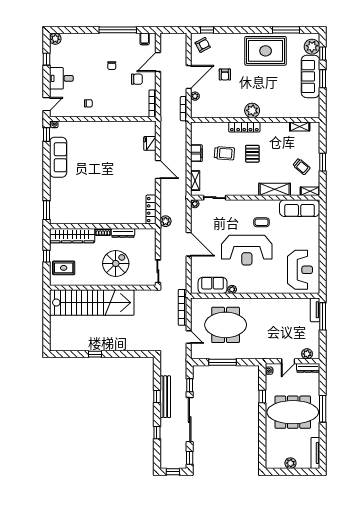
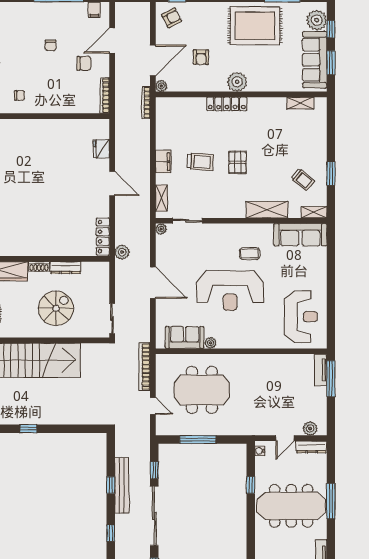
plant: (252, 110) -> (237, 82), moved
wall: (255, 120) -> (241, 94), moved
shelving: (300, 126) -> (300, 103), moved
locker: (244, 127) -> (227, 104), moved

